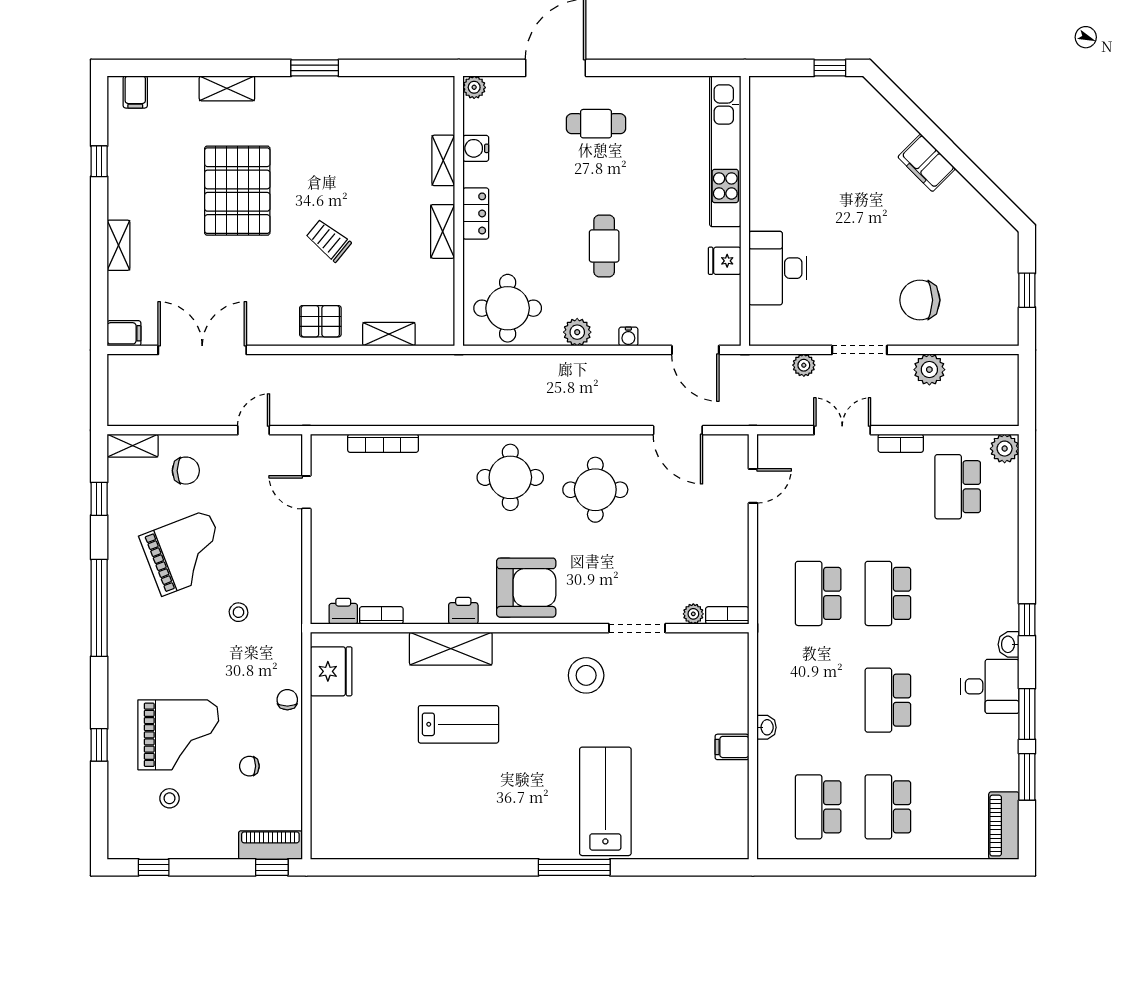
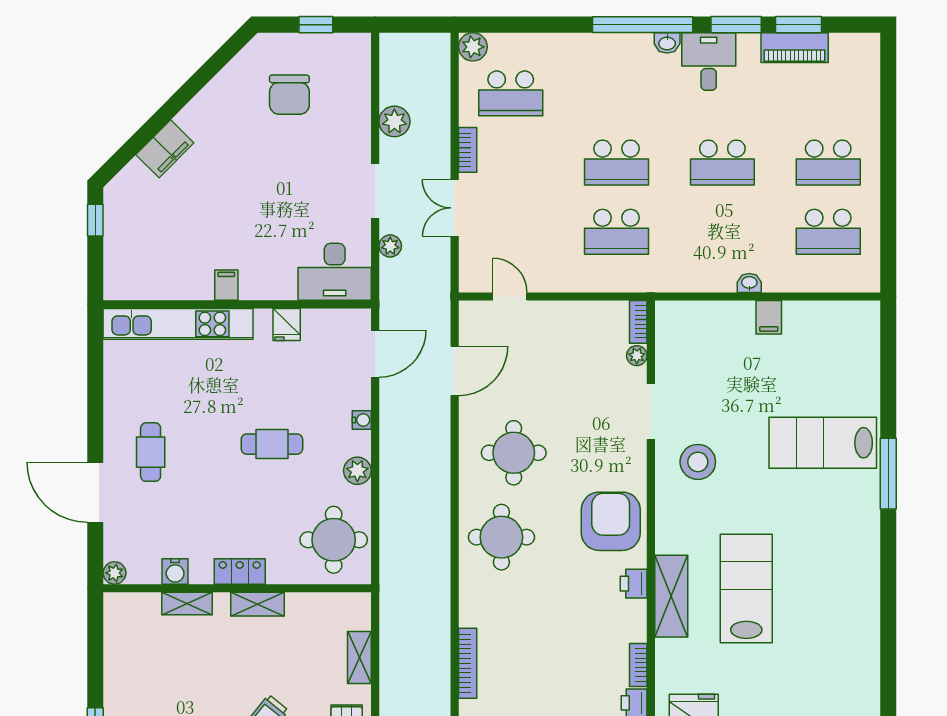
filing cabinet: (927, 163) -> (165, 149), moved
filing cabinet: (764, 200) -> (226, 285), added
desk: (778, 268) -> (335, 272), moved
chair: (920, 300) -> (289, 95), moved
window: (1027, 620) -> (643, 25), width x3.17
lab bench: (458, 724) -> (746, 589), width x1.36, depth x1.39
piano: (1004, 826) -> (795, 48), moved

